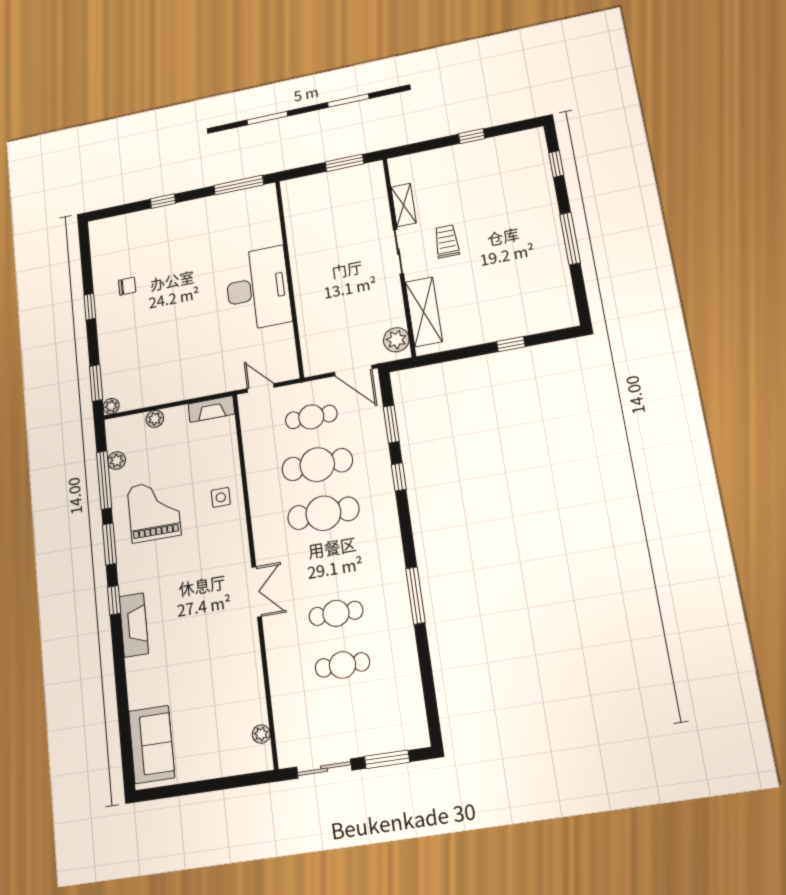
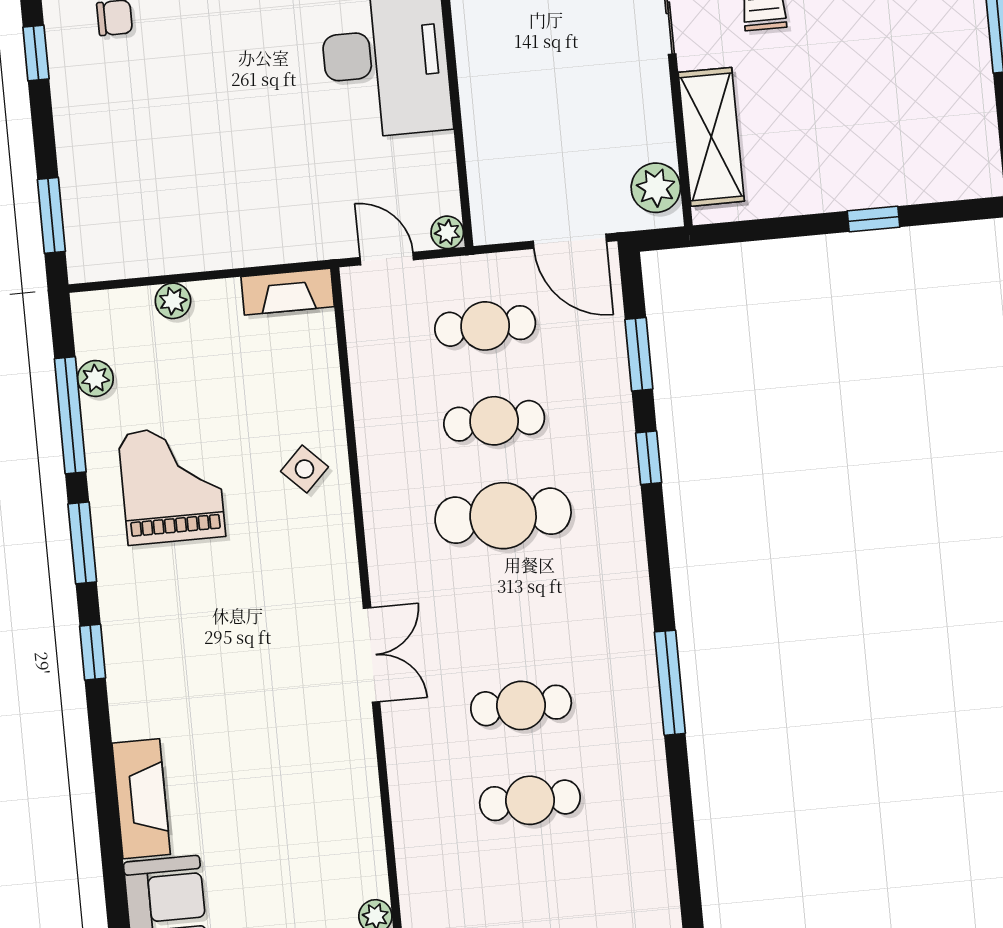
plant: (111, 406) -> (447, 232), moved
cafe table: (317, 465) -> (494, 421), width x0.73, depth x0.74
side table: (221, 497) -> (305, 469), turned 45
fireplace: (134, 625) -> (141, 799), moved

